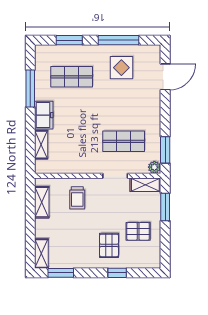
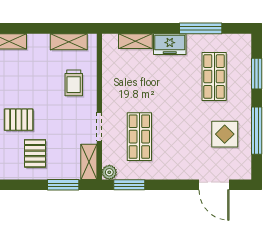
trolley: (77, 198) -> (74, 83), turned -90

